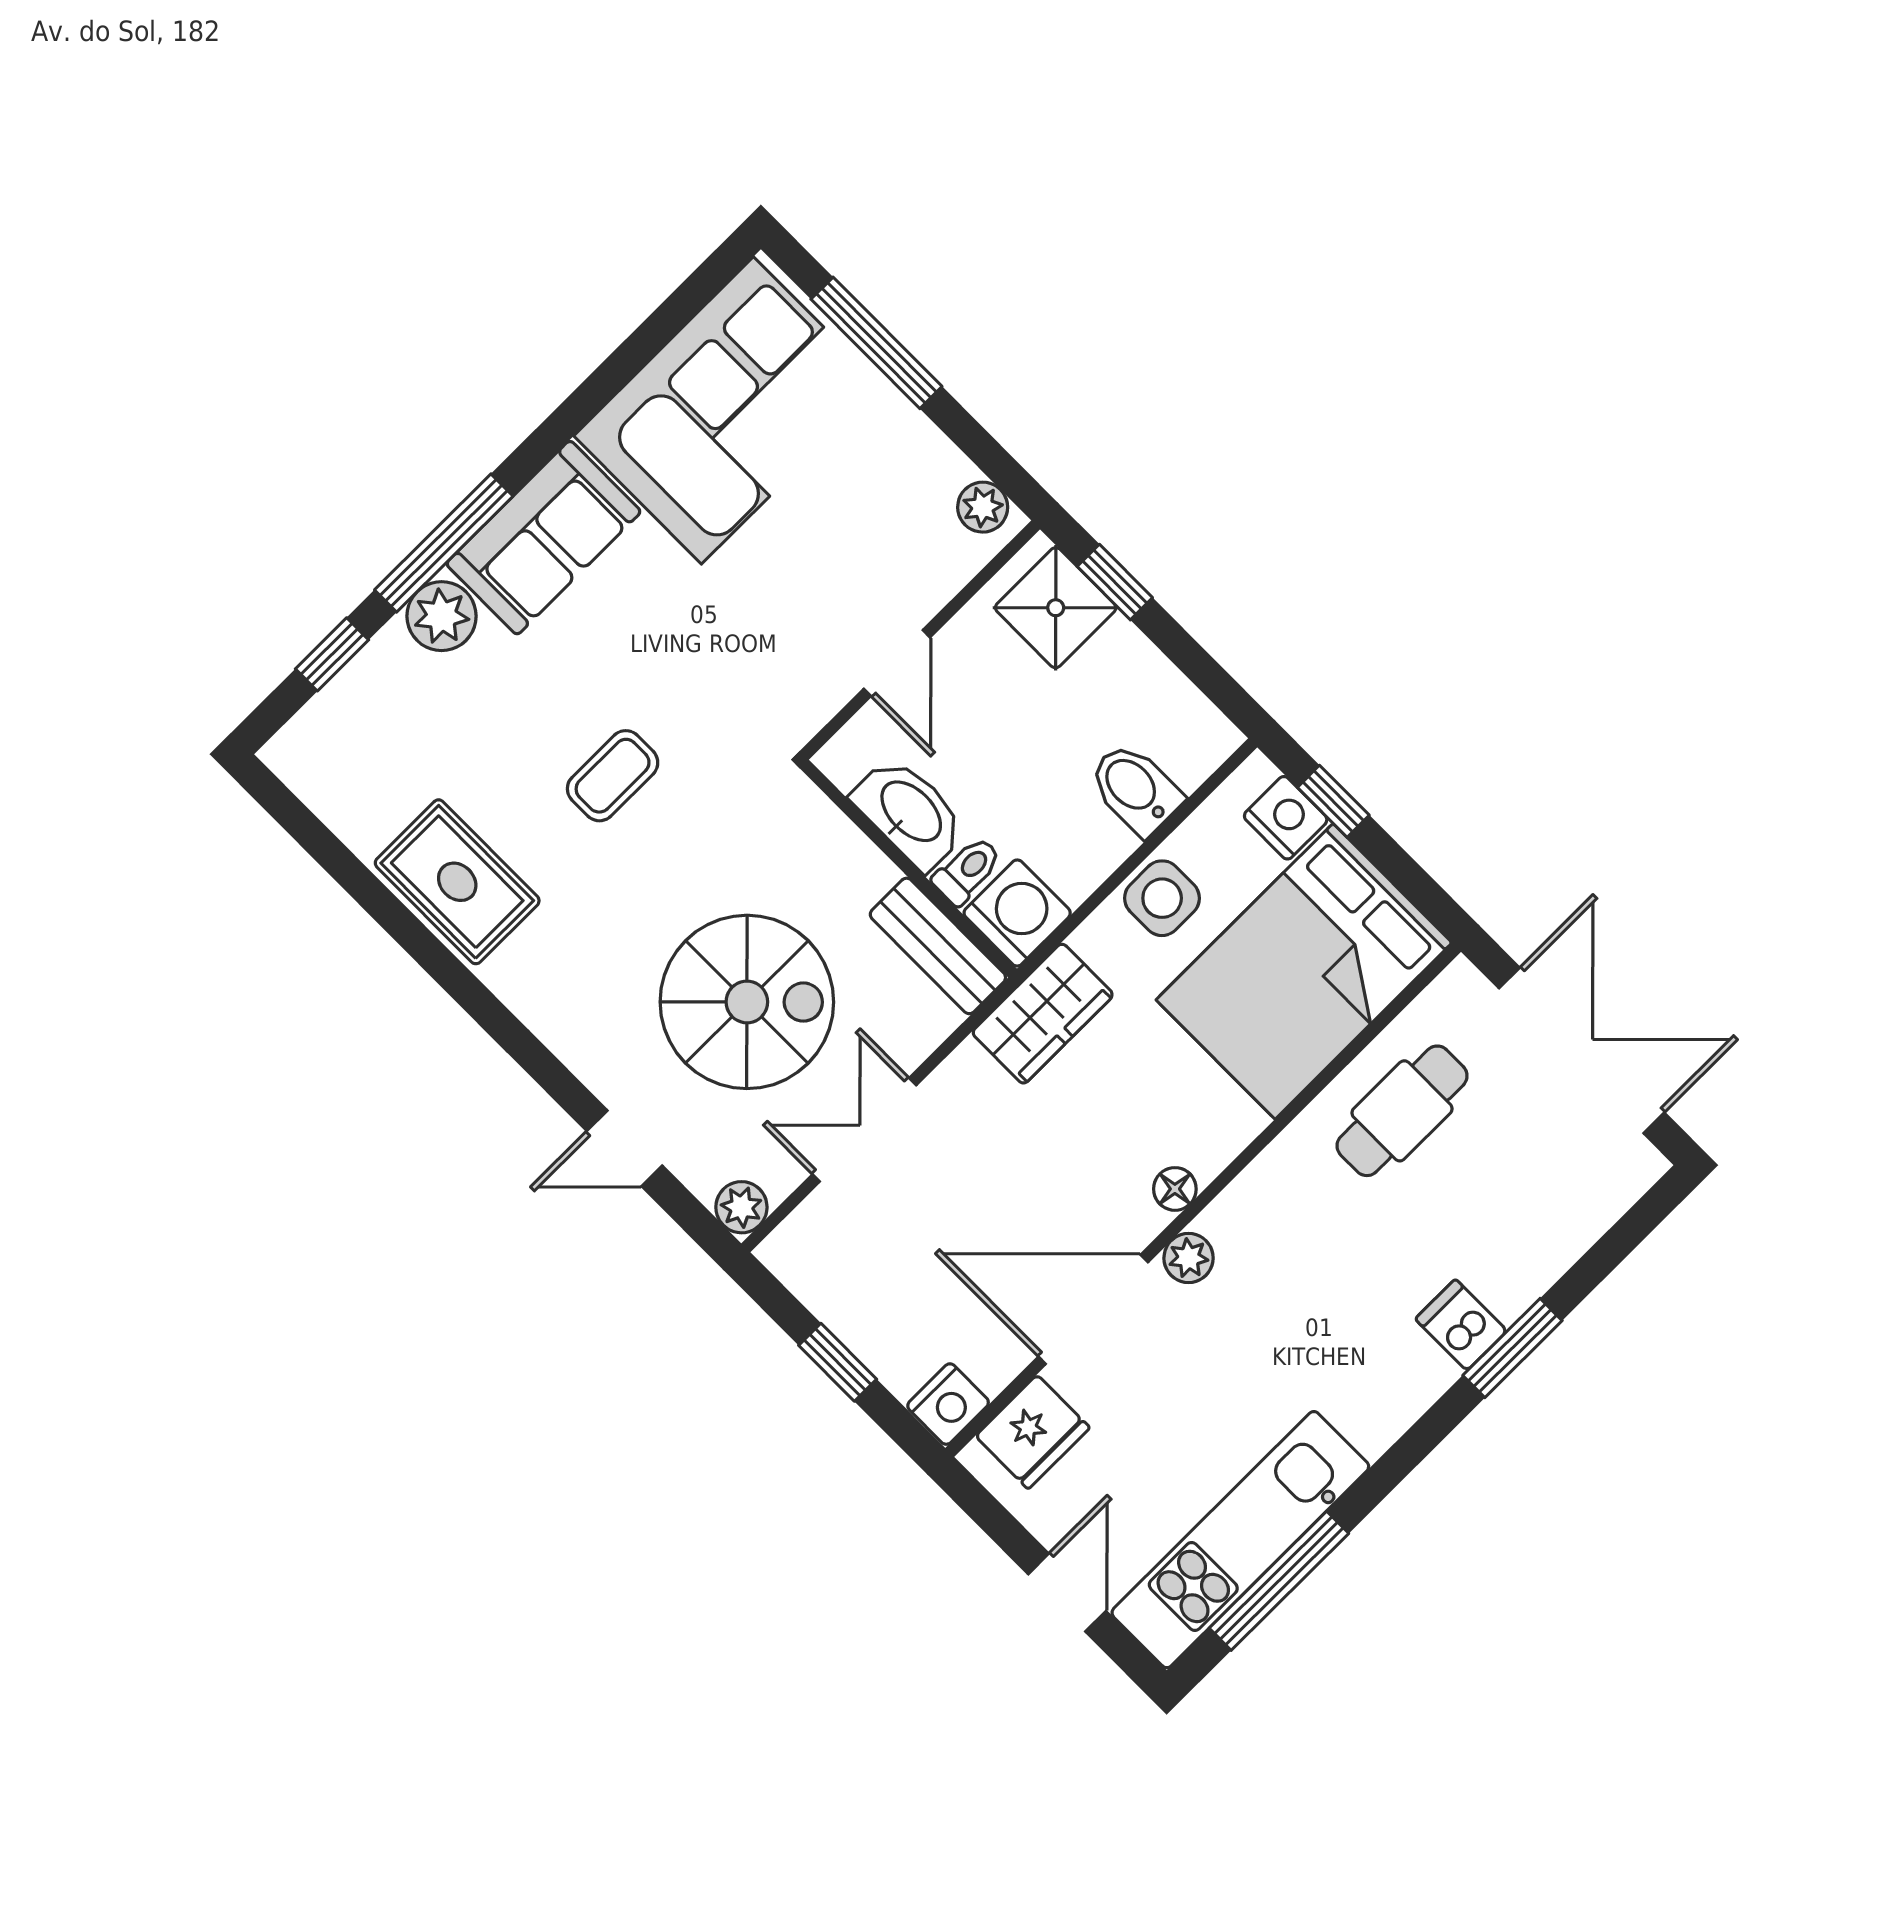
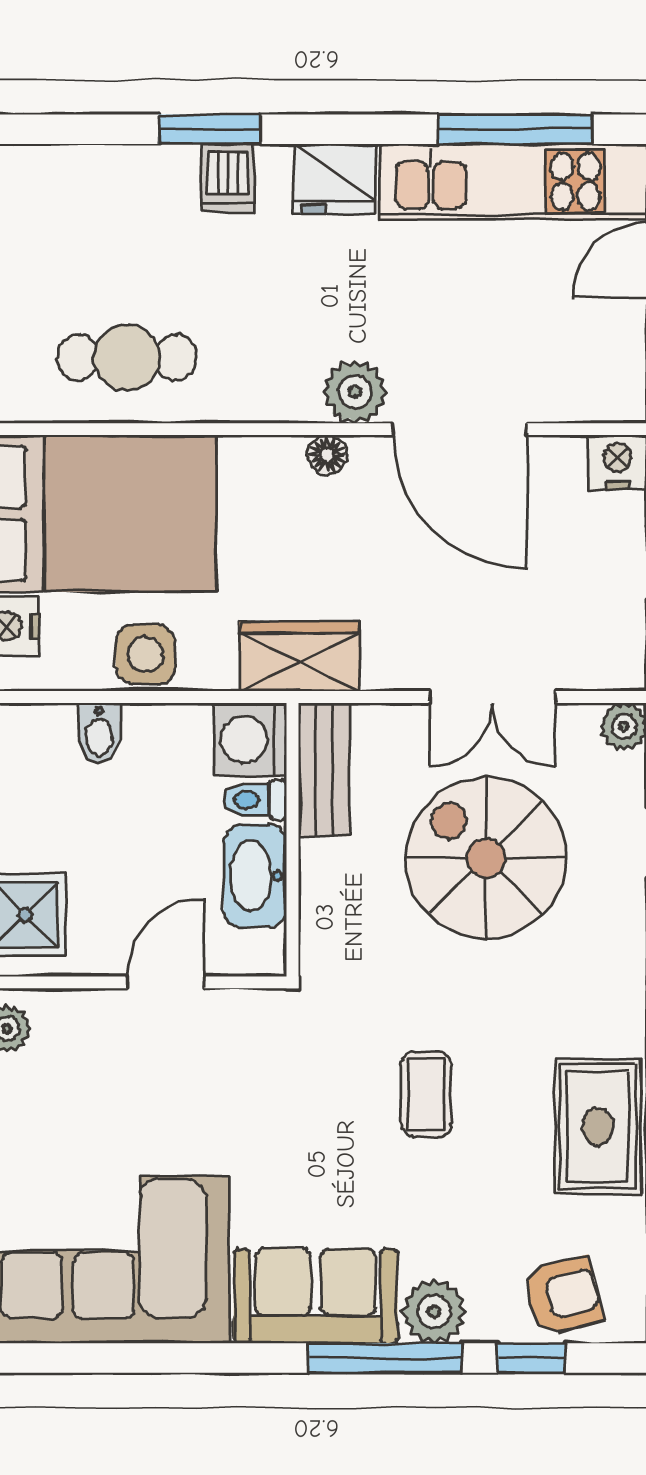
armchair: (355, 726) -> (563, 1295), added
coffee table: (613, 776) -> (426, 1095), turned 90
bidet: (1135, 789) -> (99, 733), width x0.72, depth x0.74
plant: (1189, 1258) -> (355, 392), width x1.38, depth x1.38
fridge: (1033, 1432) -> (335, 179), moved, turned 180

